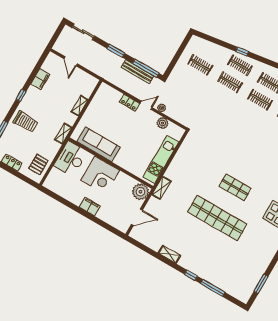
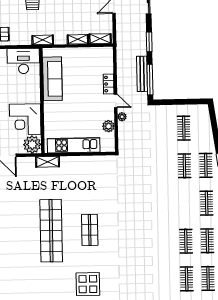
shelving: (90, 88) -> (100, 39), added
clothes rail: (260, 100) -> (185, 204), removed
corner desk: (100, 175) -> (25, 119), moved

